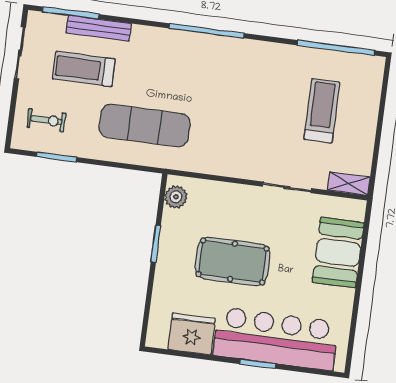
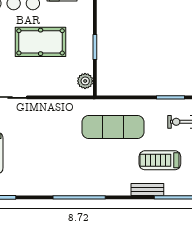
bench: (99, 28) -> (147, 190), width x0.73
treadmill: (84, 69) -> (160, 160), turned 180

